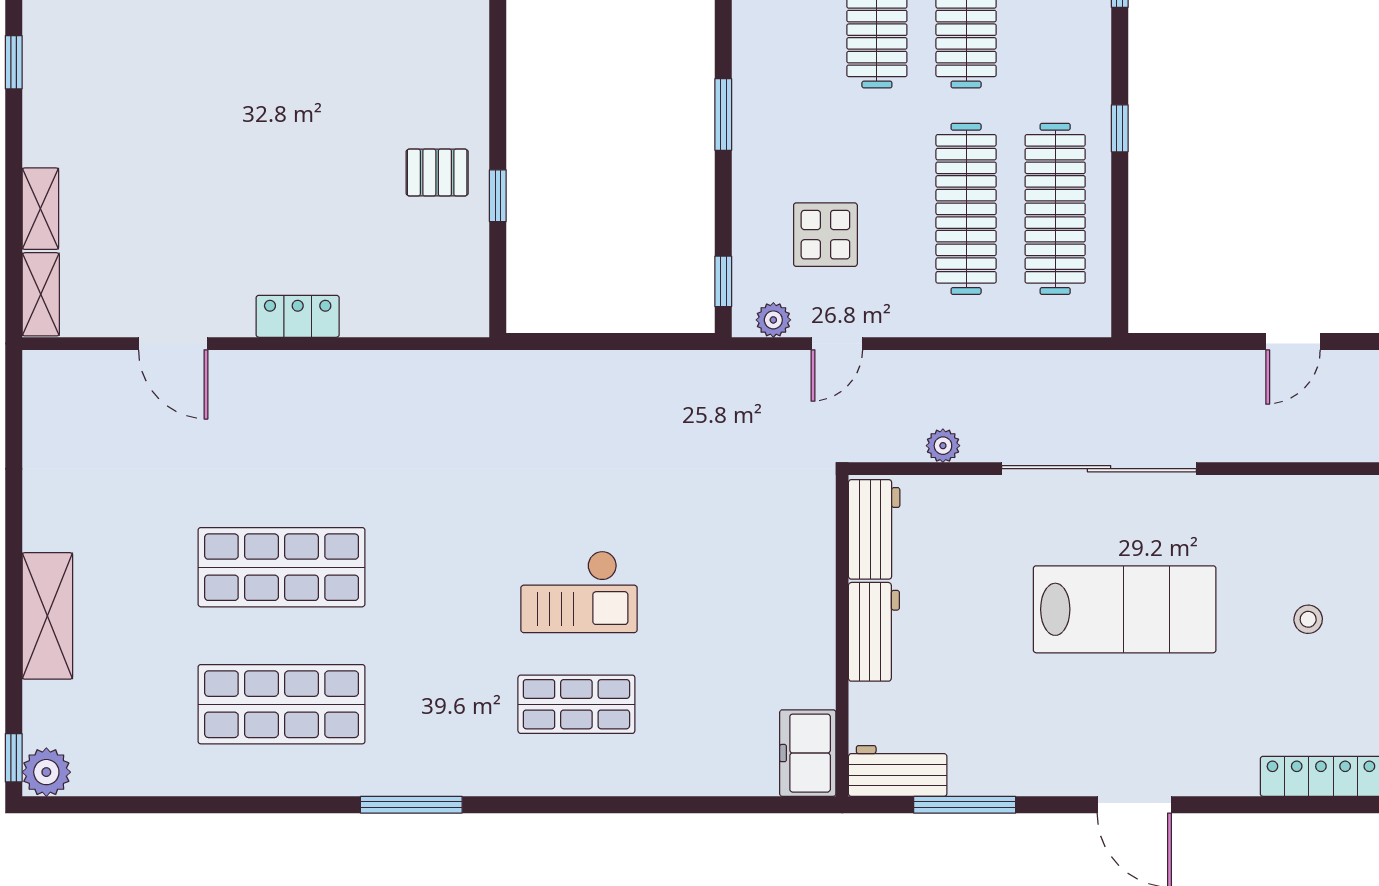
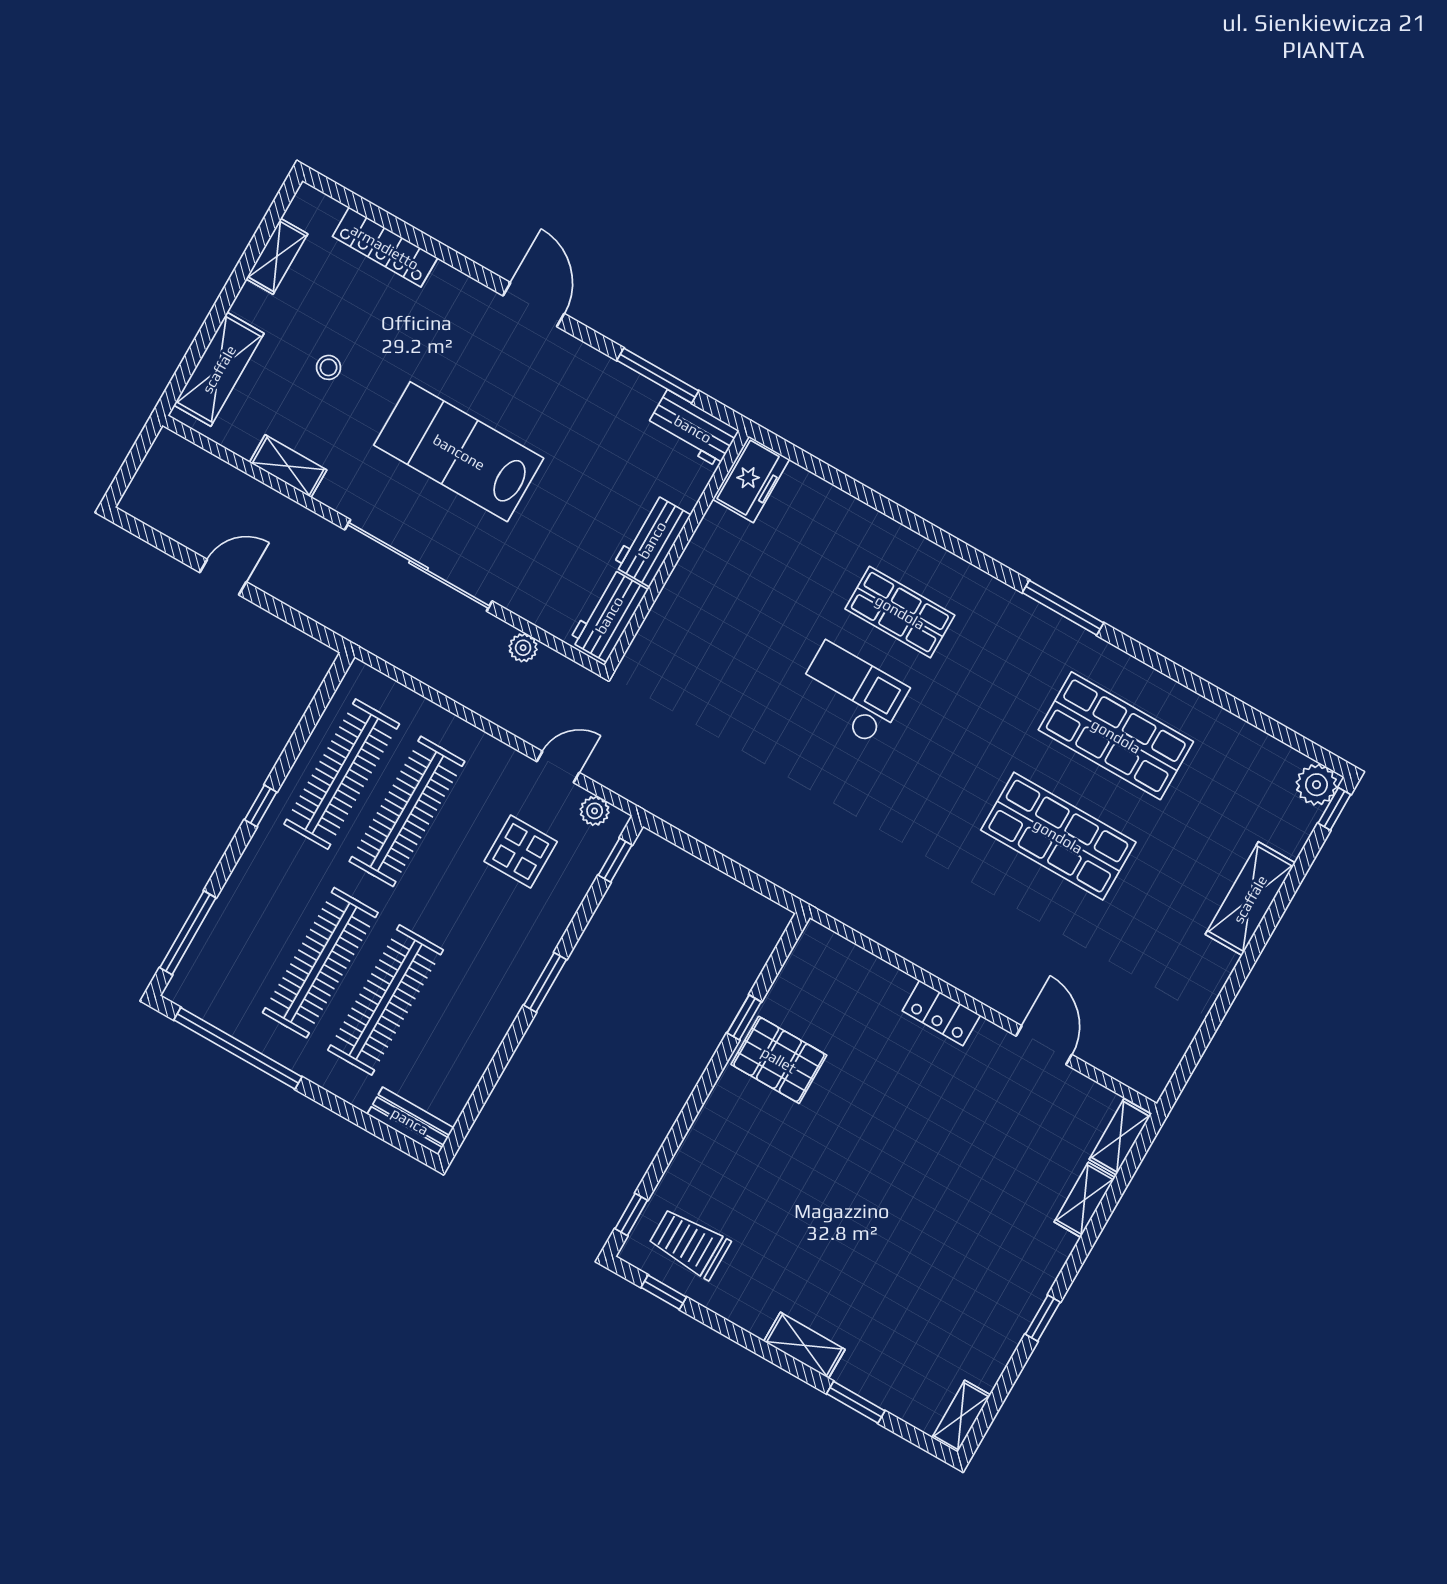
pallet: (437, 172) -> (779, 1060), width x1.50, depth x1.42
shelving: (1292, 494) -> (288, 466), added

